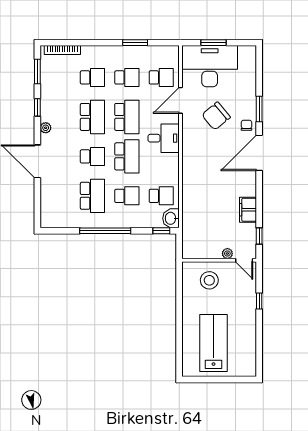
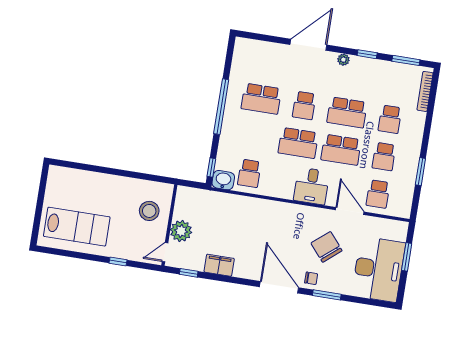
desk: (210, 66) -> (379, 269), moved
school desk: (127, 196) -> (255, 136), removed
plant: (227, 254) -> (181, 231), width x1.88, depth x1.88
lab bench: (214, 343) -> (77, 227), moved

